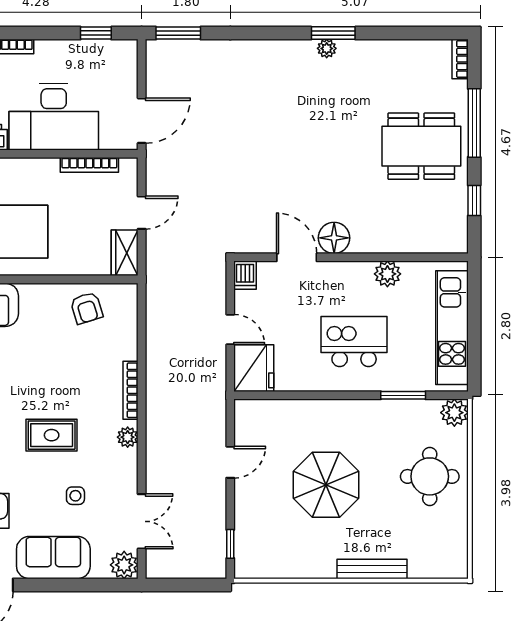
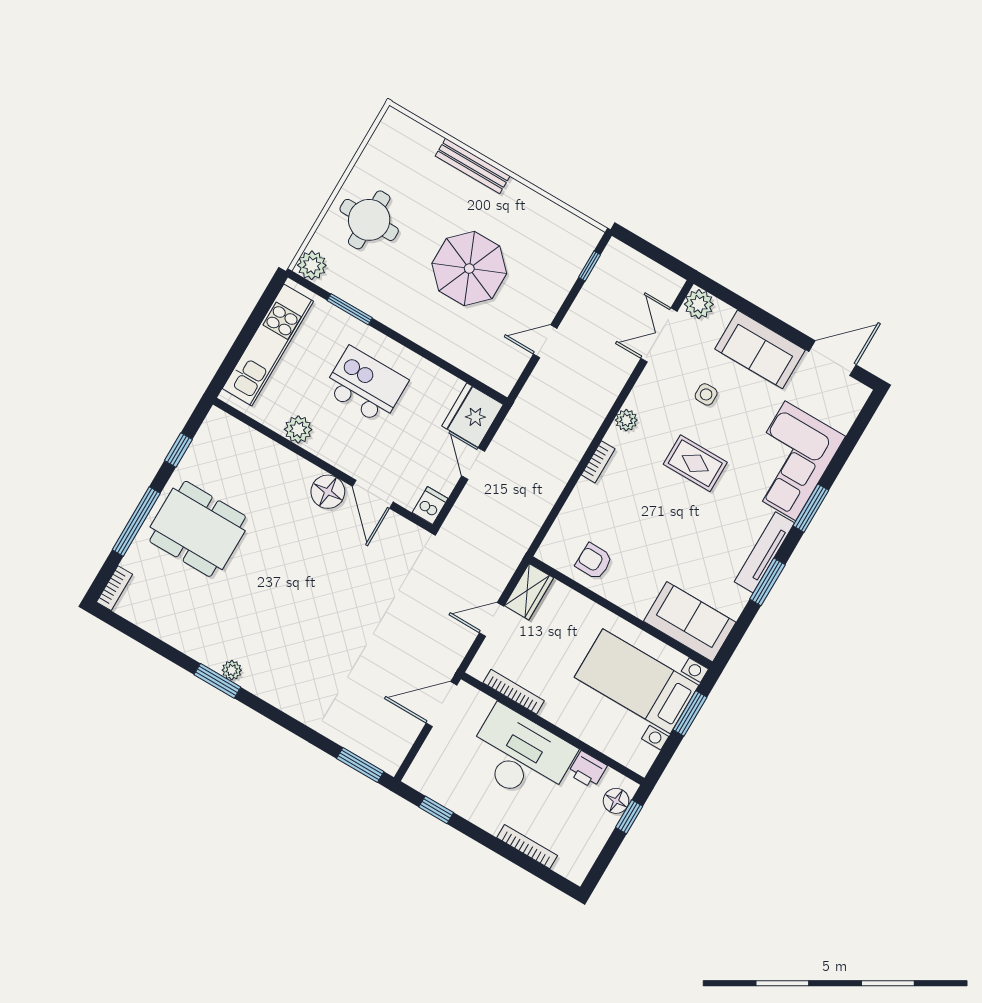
armchair: (87, 308) -> (594, 561), turned -72
kitchen island: (354, 342) -> (366, 385), turned 180
bookcase: (130, 390) -> (598, 462), width x0.64

